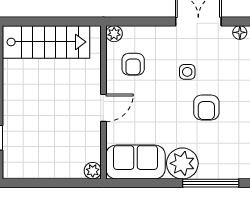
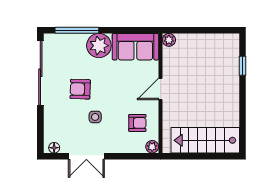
armchair: (133, 64) -> (137, 123), turned 90
armchair: (206, 108) -> (80, 89), turned -88

